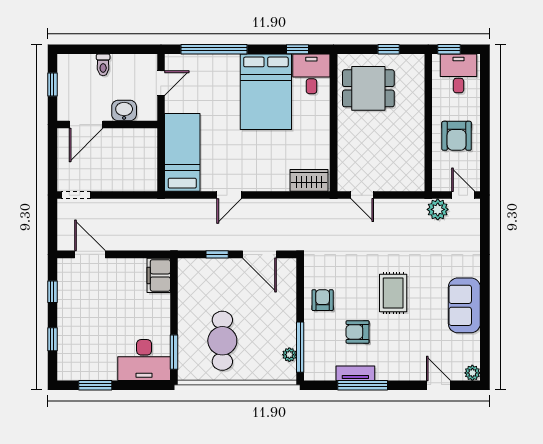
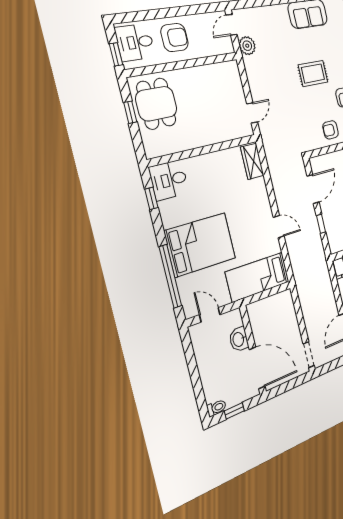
toilet: (103, 65) -> (216, 408), moved
dining table: (368, 88) -> (156, 104), moved
bed: (266, 92) -> (200, 245), moved
door: (86, 124) -> (257, 368), width x1.36
armchair: (457, 136) -> (174, 38), moved

